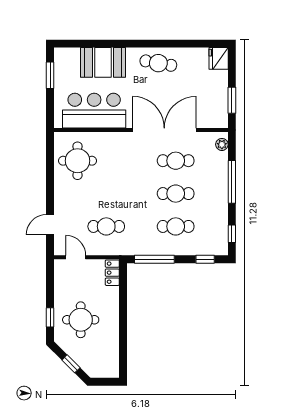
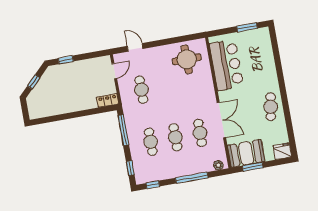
booth: (103, 62) -> (246, 153), moved, turned 90
double door: (164, 130) -> (221, 120), width x0.73
round table: (81, 320) -> (68, 83), removed

